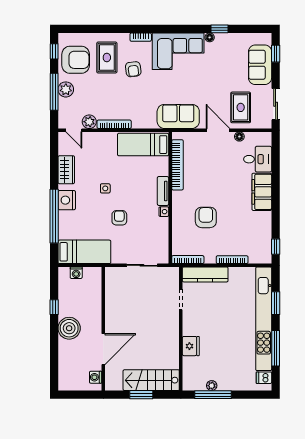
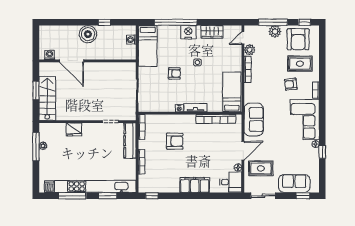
desk: (258, 159) -> (231, 182), moved, turned -90

